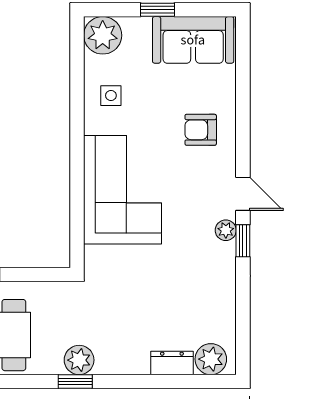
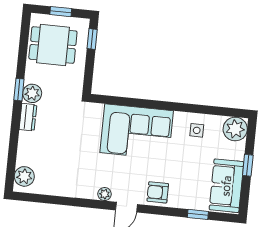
armchair: (201, 130) -> (158, 192), moved, turned -90
window: (243, 241) -> (198, 214), moved
dresser: (172, 363) -> (28, 117), moved

